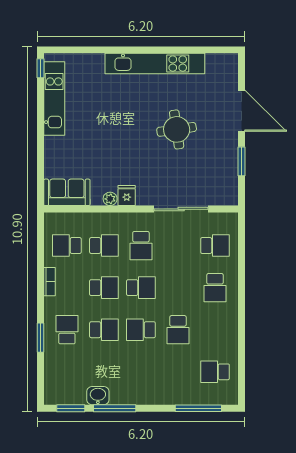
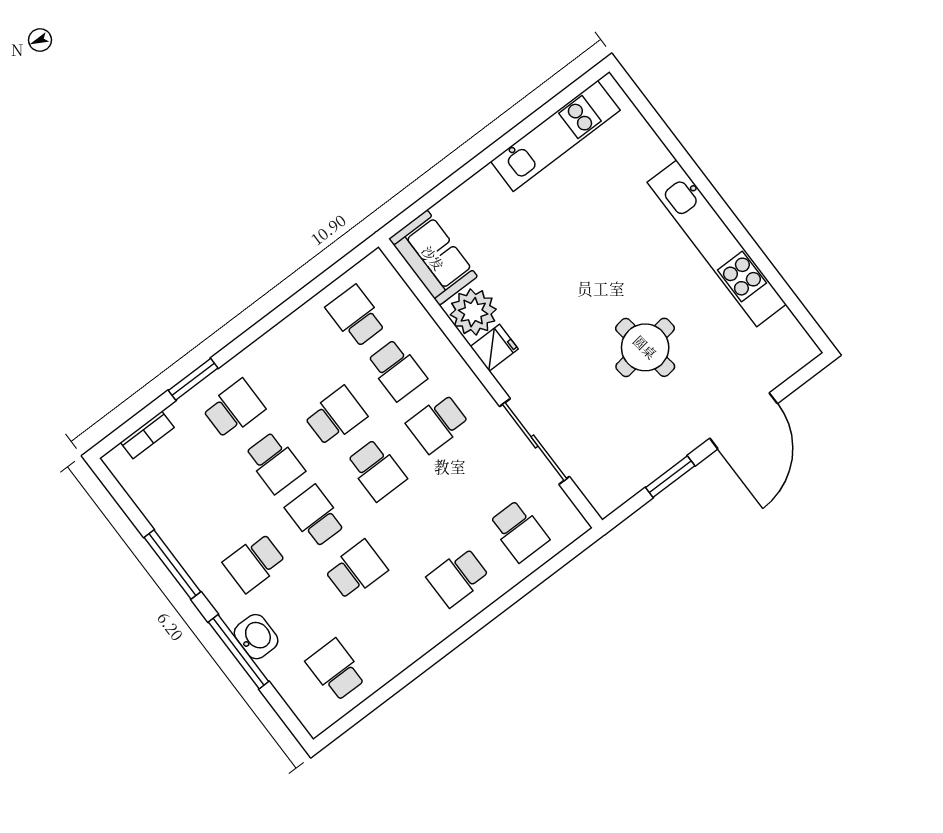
window: (40, 68) -> (584, 83), removed
plant: (110, 199) -> (473, 312), width x1.88, depth x1.88
bookcase: (50, 282) -> (147, 435), moved
school desk: (104, 288) -> (336, 416), turned -90
school desk: (178, 330) -> (356, 570), turned 180
school desk: (141, 372) -> (254, 563), added
washbasin: (98, 396) -> (256, 637), moved
window: (71, 408) -> (124, 501), removed
window: (198, 408) -> (239, 652), moved

